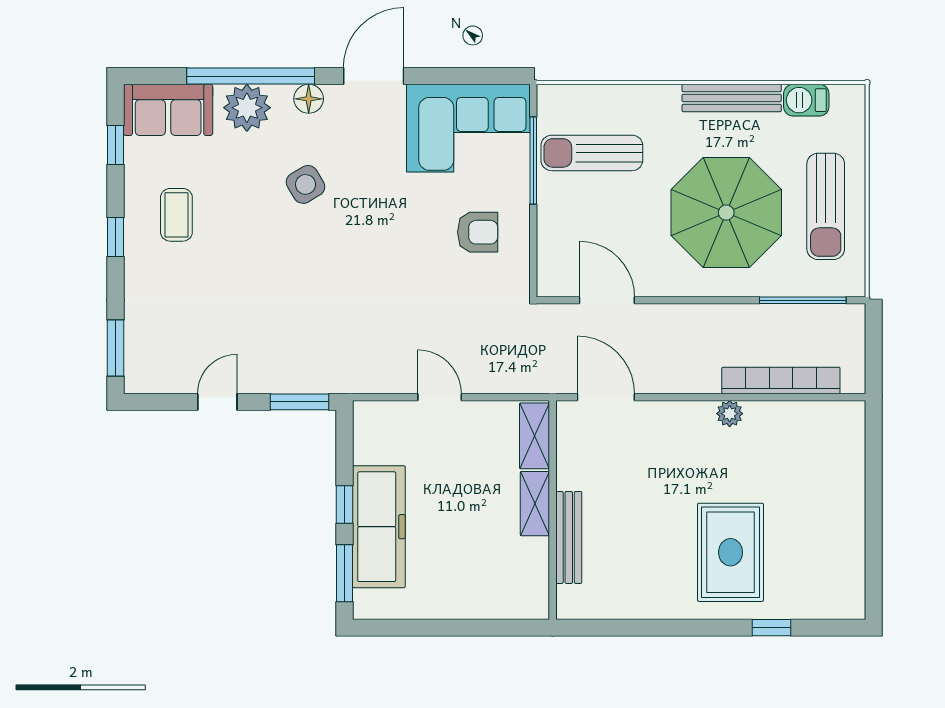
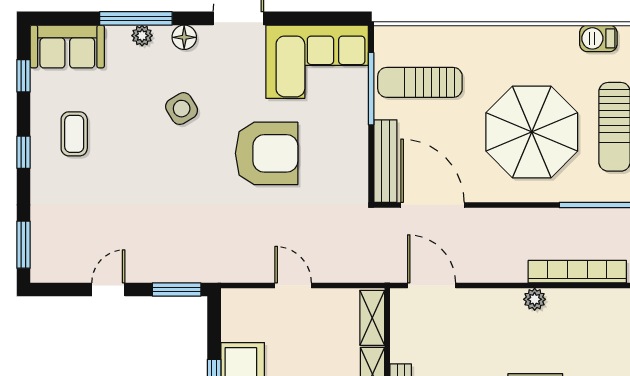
window: (251, 76) -> (136, 18), width x0.68
bench: (732, 98) -> (385, 161), moved, turned 90
plant: (247, 108) -> (142, 36), width x0.53, depth x0.53
armchair: (478, 232) -> (267, 153), moved, width x1.88, depth x1.88
door: (607, 300) -> (432, 205), width x1.36

